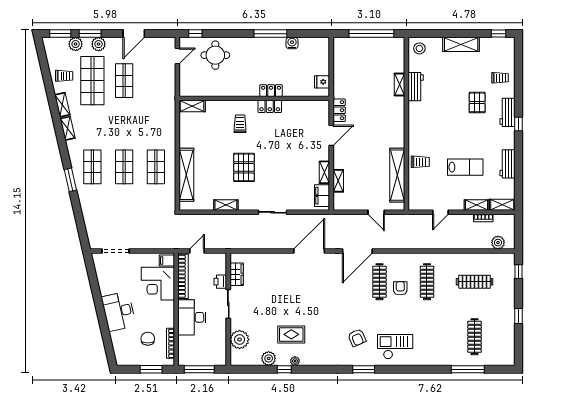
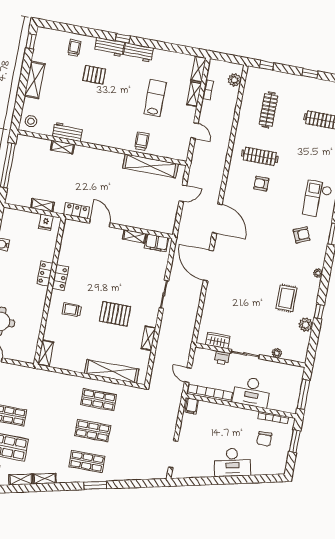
workbench: (507, 164) -> (138, 52), moved
shelving: (338, 181) -> (42, 205), moved
clothes rail: (379, 282) -> (251, 203), removed
corner desk: (158, 284) -> (213, 419), removed
chair: (148, 339) -> (264, 439), turned -90
plant: (240, 340) -> (277, 353), width x0.53, depth x0.53
plant: (295, 361) -> (318, 273), moved

